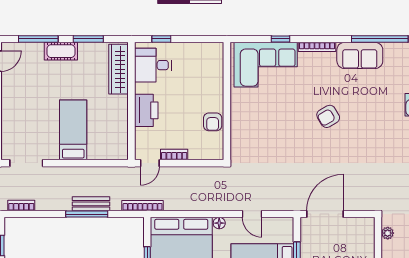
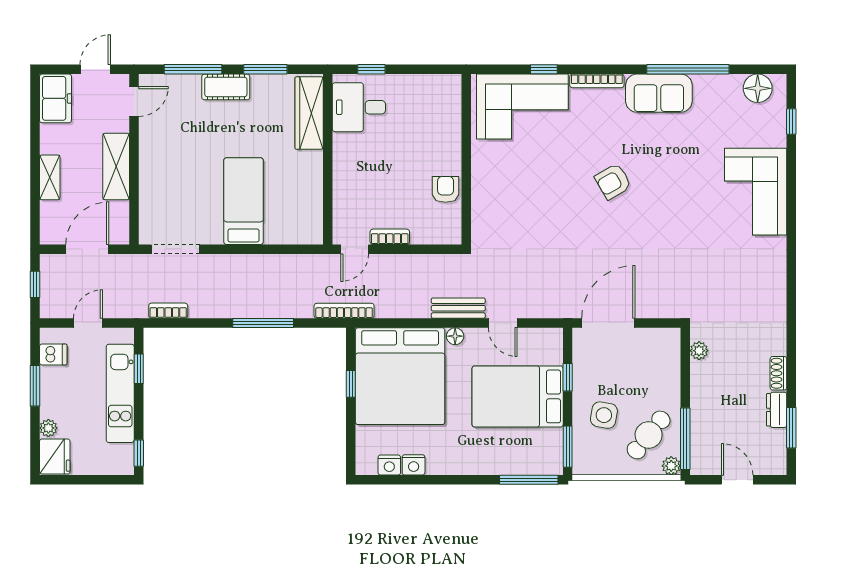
printer: (146, 110) -> (349, 173), removed
armchair: (213, 122) -> (446, 189), turned 180
bench: (91, 204) -> (458, 308), moved

